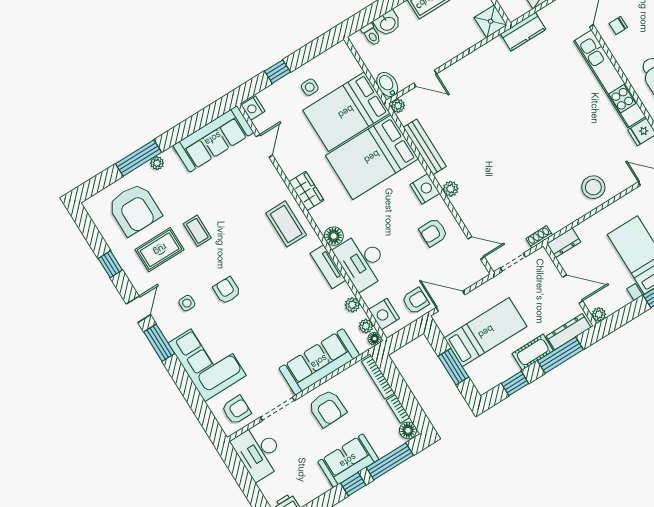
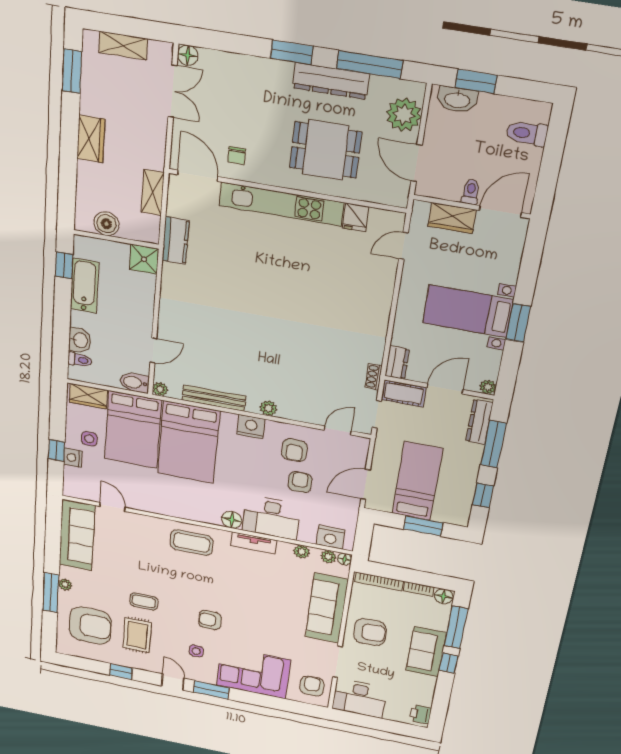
nightstand: (253, 108) -> (73, 458), moved, turned 90
stool: (593, 187) -> (369, 299), removed
wardrobe: (306, 191) -> (88, 396), moved, turned 180
armchair: (415, 301) -> (300, 482), moved
cot: (533, 352) -> (404, 393), moved, turned 90

